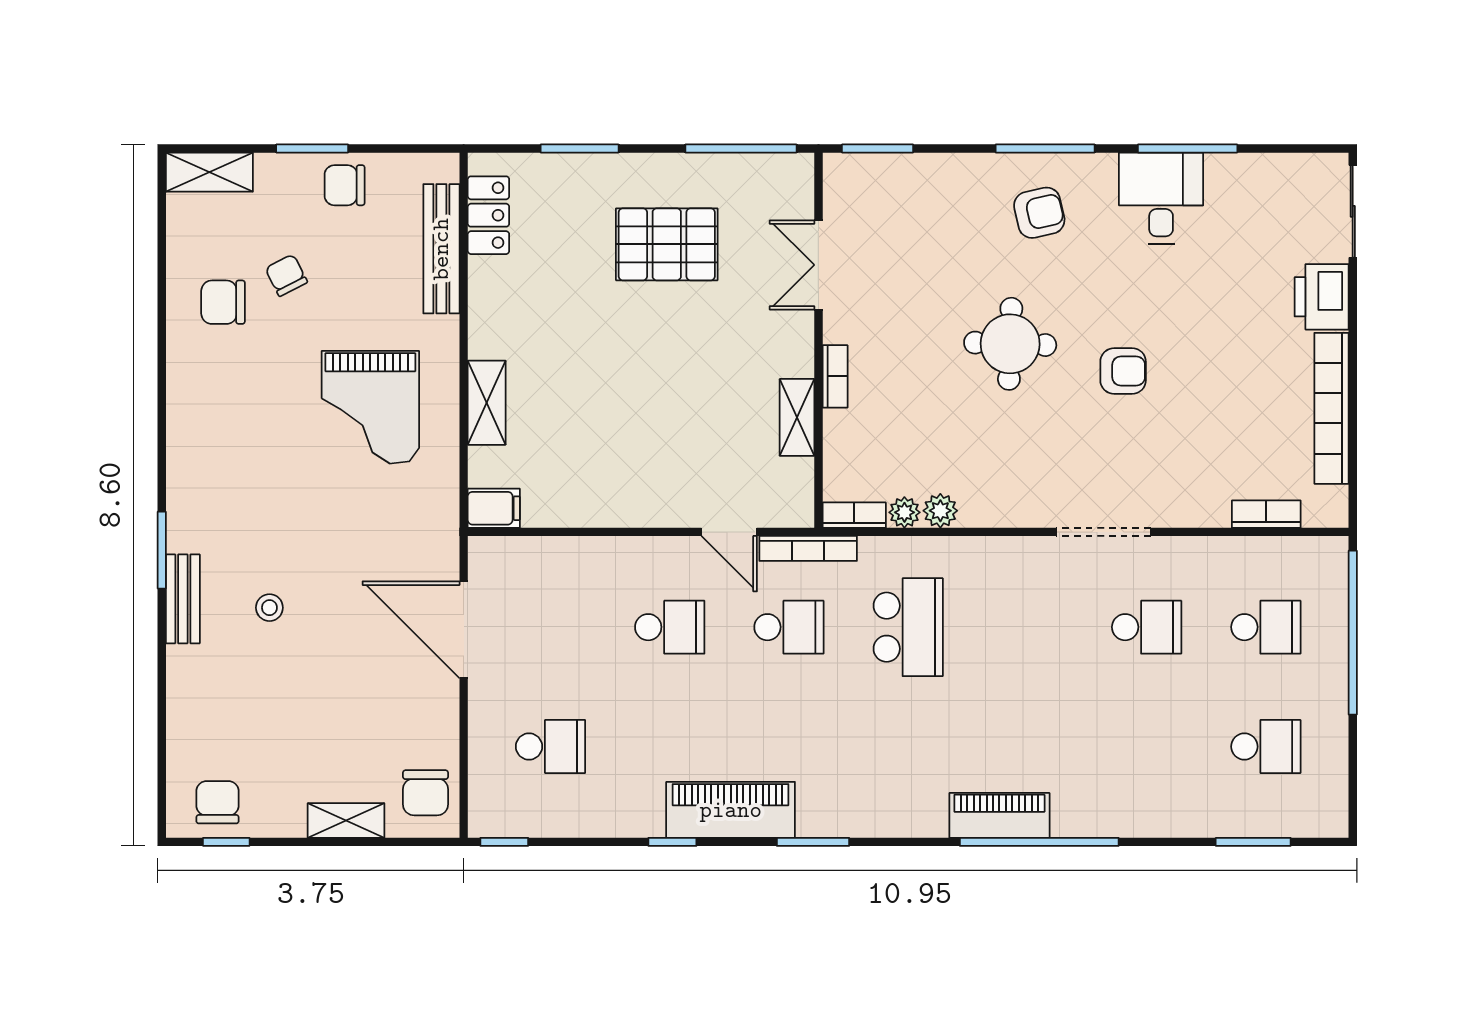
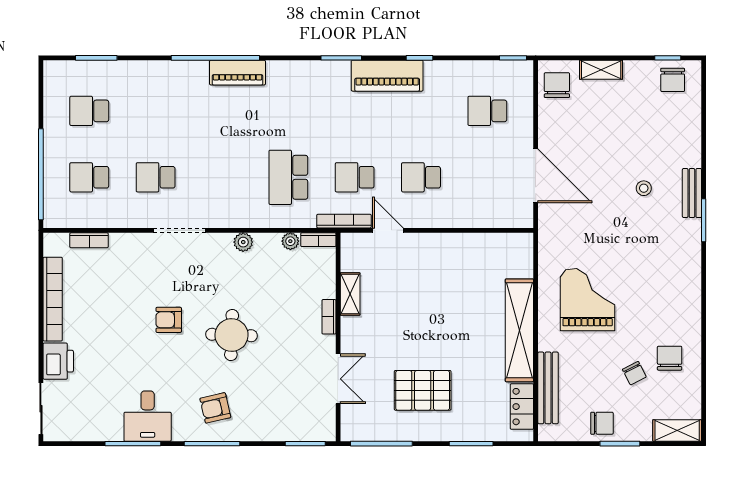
chair: (223, 302) -> (670, 358), turned -90
shelving: (487, 403) -> (519, 330), width x2.20, depth x1.33
filing cabinet: (494, 508) -> (519, 243), removed
plant: (940, 511) -> (243, 242), moved

